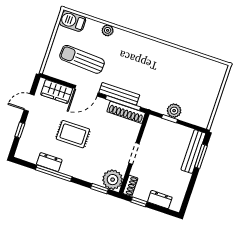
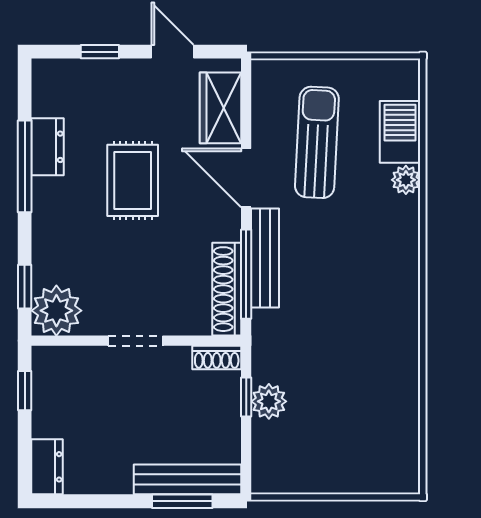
barbecue: (72, 21) -> (400, 132), moved
shoe rack: (130, 186) -> (217, 358), moved
dresser: (160, 200) -> (47, 467), moved

